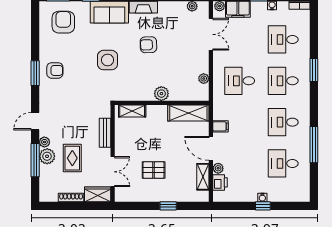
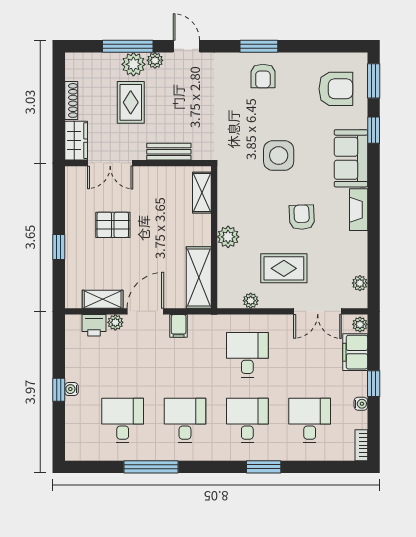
rug: (182, 57) -> (284, 268), added
rug: (72, 158) -> (131, 102), turned 90
pallet: (154, 170) -> (113, 225), turned 90

